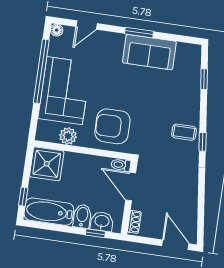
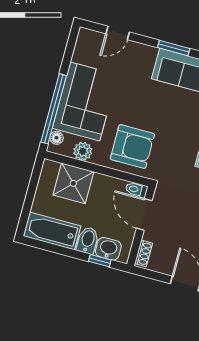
floor lamp: (57, 30) -> (56, 138), moved
window: (41, 71) -> (54, 109), moved
armchair: (112, 126) -> (132, 147), turned 180
shower: (47, 164) -> (73, 183), moved
window: (23, 197) -> (26, 211), removed

